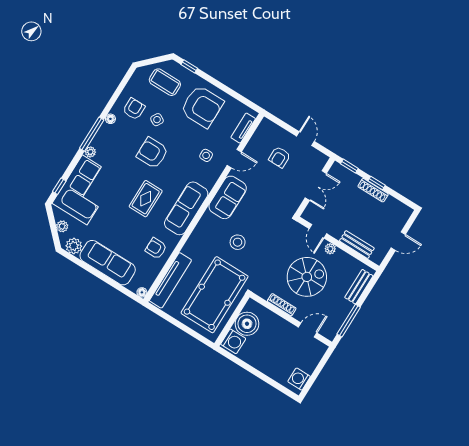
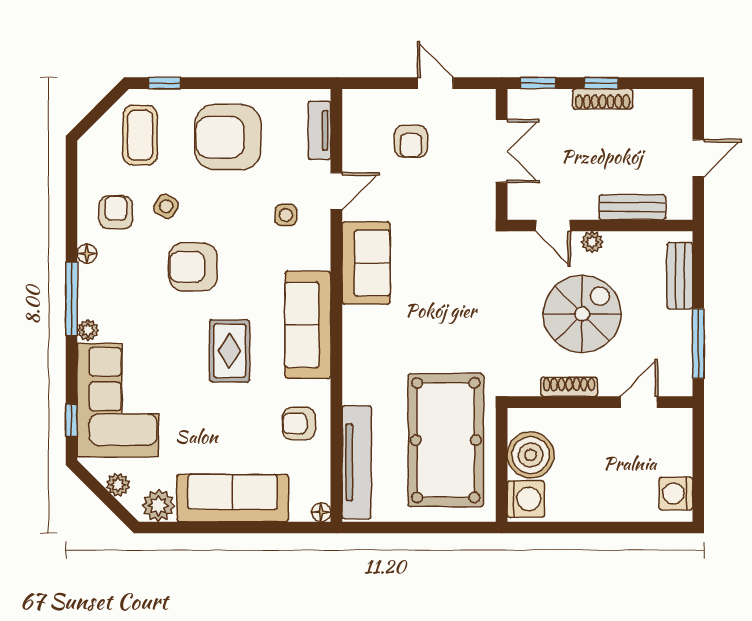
coffee table: (165, 82) -> (140, 135), turned 90
armchair: (202, 106) -> (228, 137), turned 180
stool: (238, 242) -> (429, 328), removed

